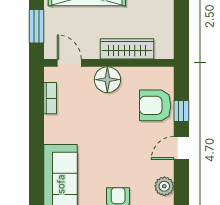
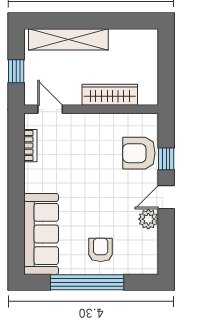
window: (36, 26) -> (16, 71), width x0.67
floor lamp: (107, 80) -> (90, 127), removed
plant: (164, 186) -> (148, 219), moved

